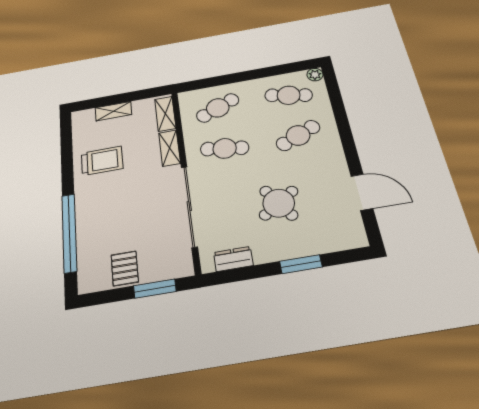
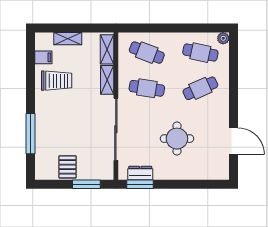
cafe table: (218, 108) -> (147, 53), turned 45
filing cabinet: (83, 137) -> (43, 57), added
round table: (279, 203) -> (177, 139), turned 34
window: (69, 233) -> (30, 134), width x0.68
window: (301, 264) -> (140, 184), moved

